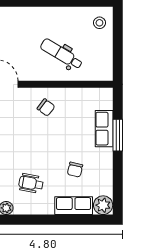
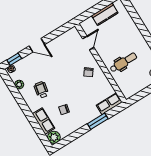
dental chair: (61, 54) -> (123, 62), turned 59
row of seats: (104, 129) -> (109, 104), moved

